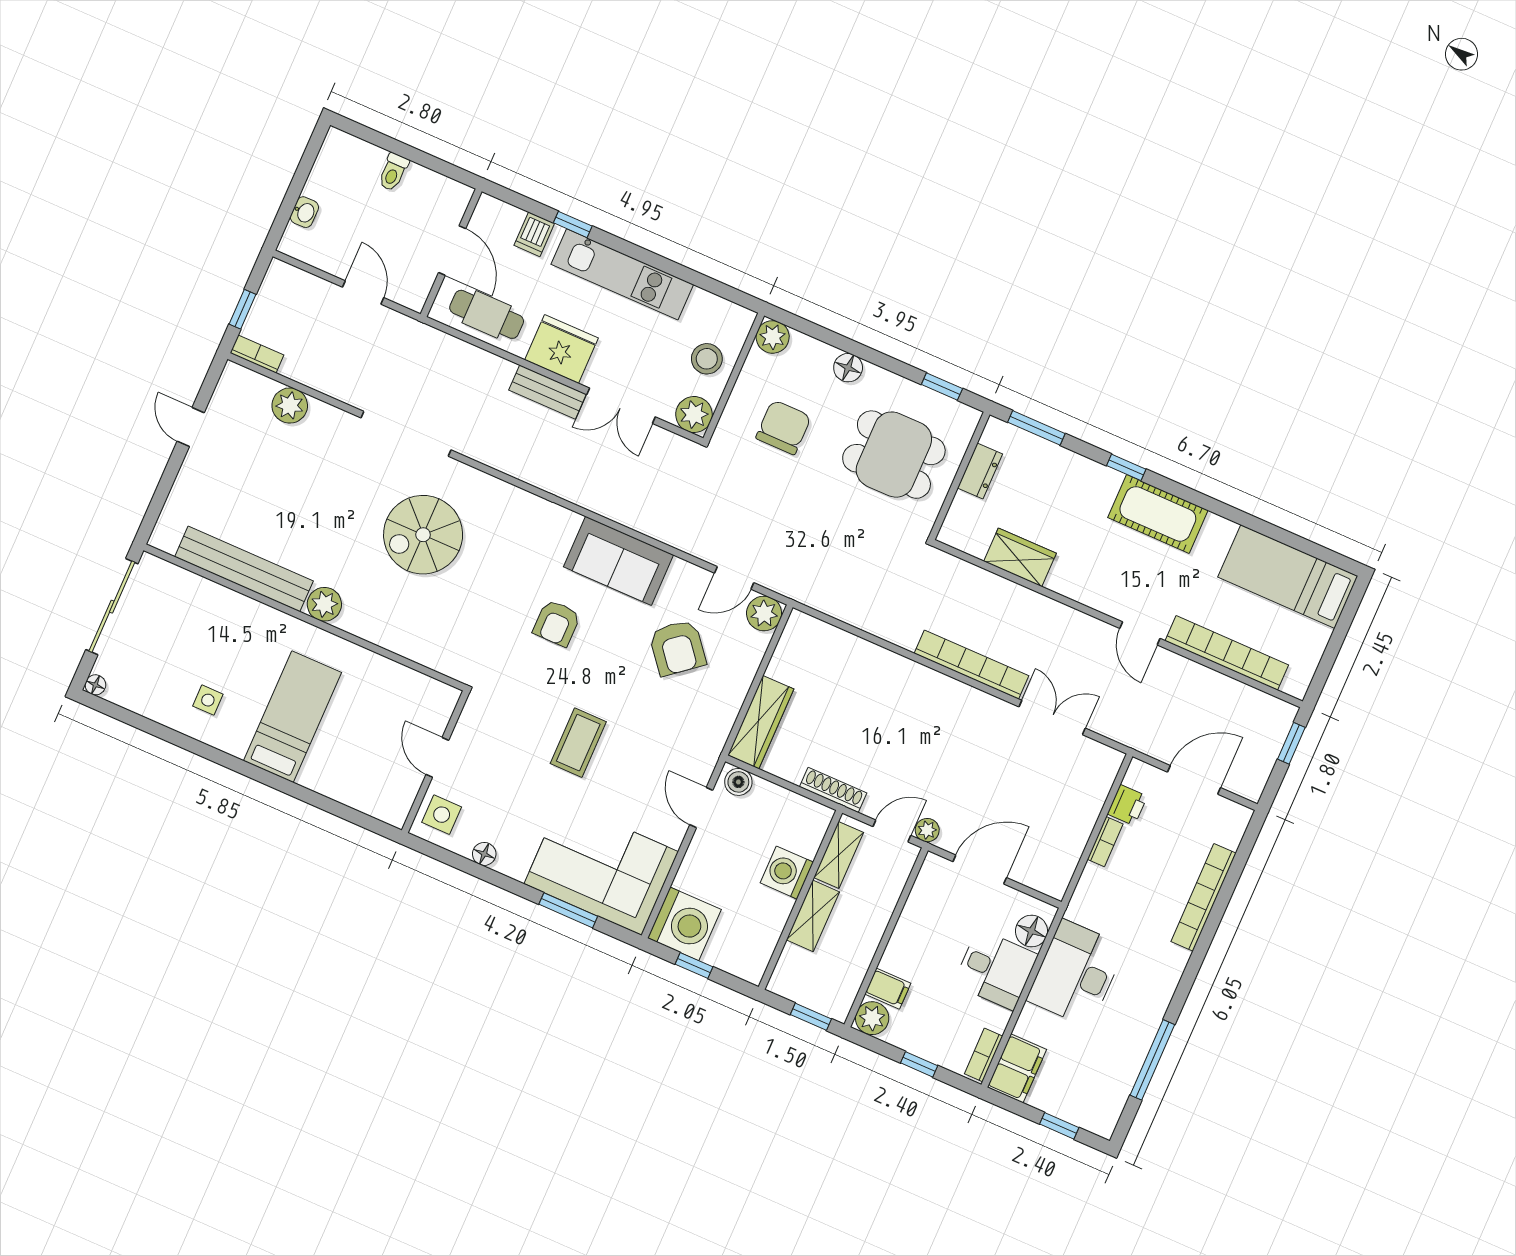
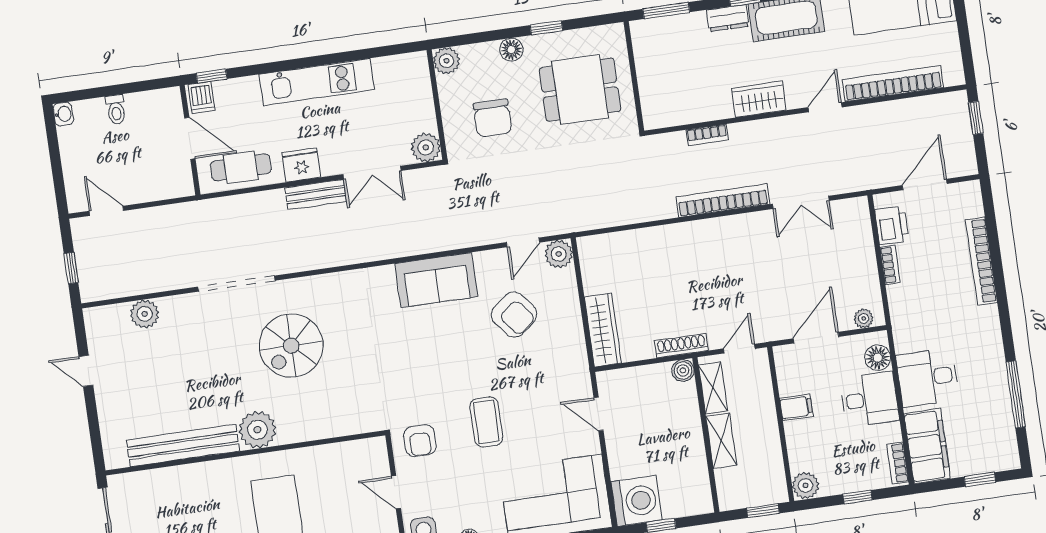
washbasin: (304, 212) -> (63, 114), moved
window: (573, 224) -> (212, 76), moved
dishwasher: (534, 234) -> (201, 98), moved
door: (363, 292) -> (106, 211), moved
fridge: (561, 349) -> (301, 165), width x0.73, depth x0.75
bookcase: (257, 354) -> (707, 135), moved, turned 180
stool: (707, 359) -> (411, 104), removed
window: (942, 386) -> (546, 28), moved
chair: (783, 427) -> (493, 118), turned 180
dresser: (980, 471) -> (728, 18), moved, turned 90
wardrobe: (1020, 557) -> (759, 99), moved
plant: (324, 604) -> (257, 430), width x1.36, depth x1.36
armchair: (557, 623) -> (420, 441), moved
door: (1140, 633) -> (825, 107), swing flipped
double door: (1052, 718) -> (801, 202), swing flipped
boiler: (738, 782) -> (683, 370), moved
printer: (1127, 805) -> (892, 225), width x1.36, depth x1.24
plant: (927, 830) -> (864, 319), moved
washing machine: (787, 873) -> (685, 422), removed
desk: (1076, 973) -> (928, 377), width x0.73
filing cabinet: (888, 989) -> (796, 407), moved
filing cabinet: (1017, 1068) -> (927, 446), width x1.50, depth x1.17

